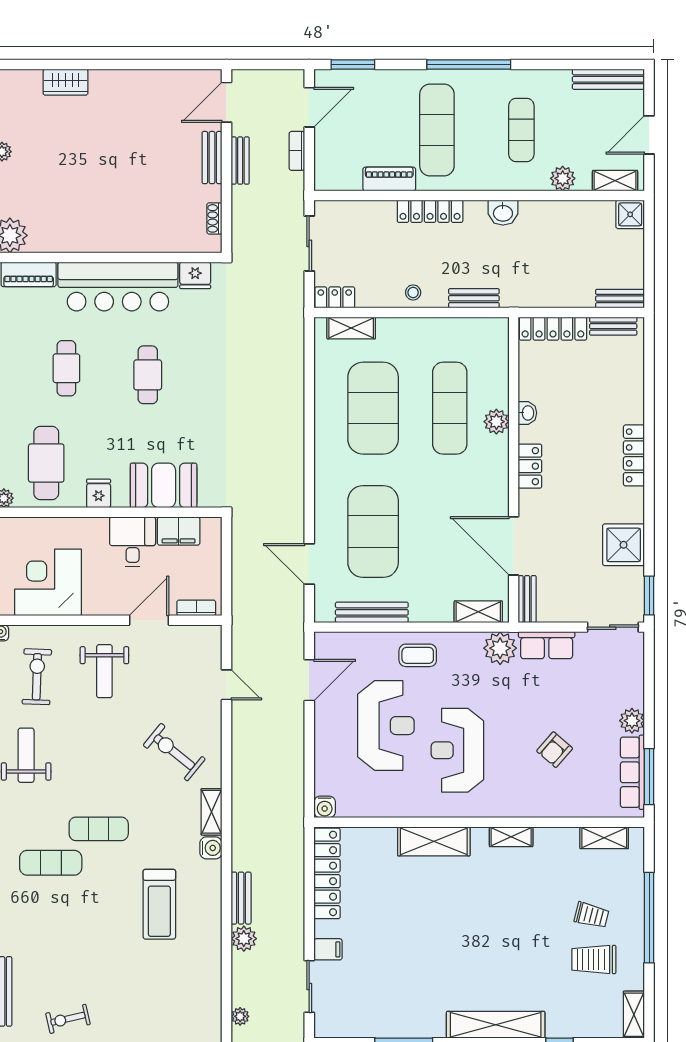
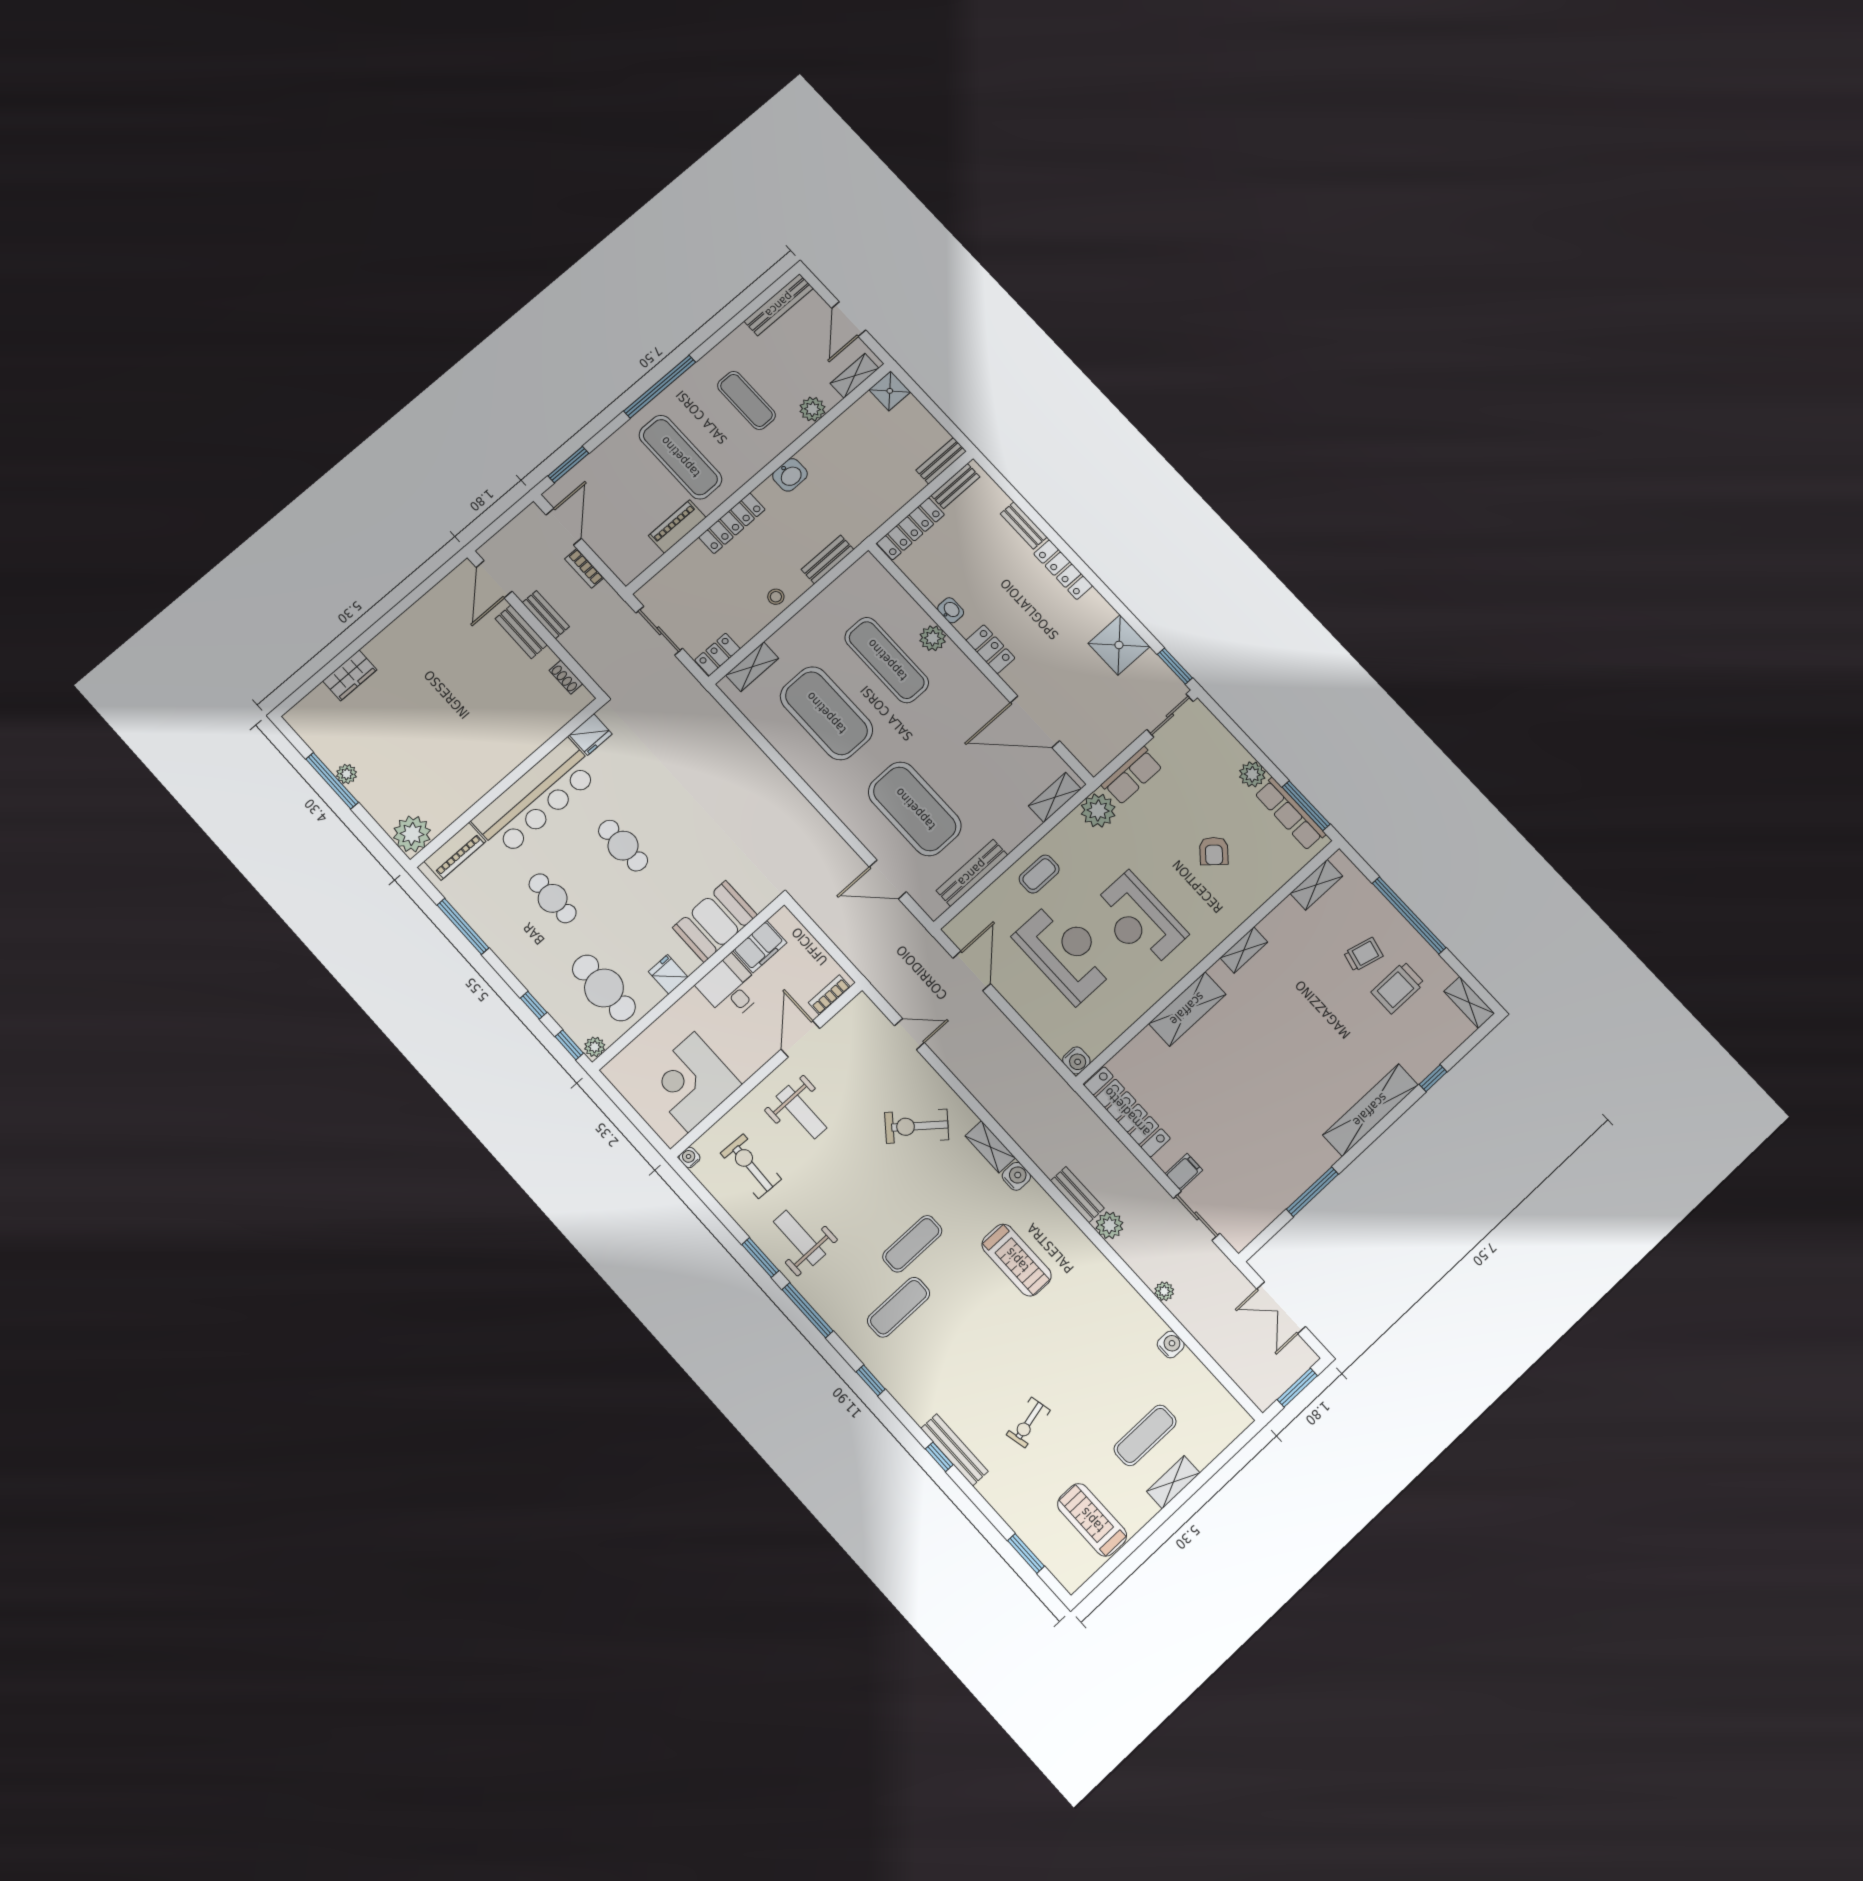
bench: (527, 599) -> (1024, 526), moved

